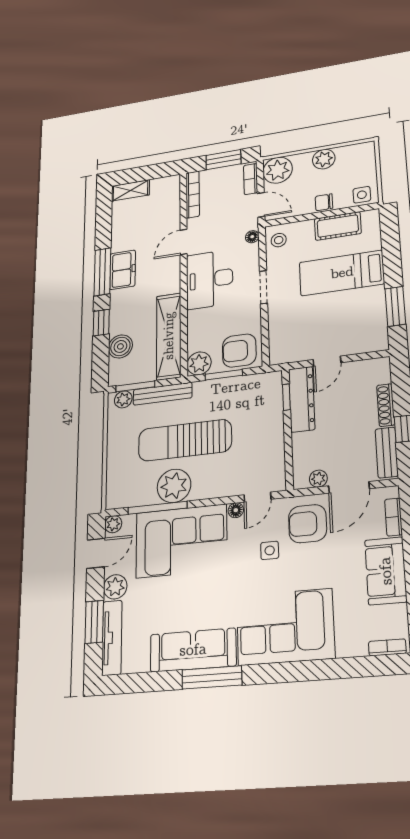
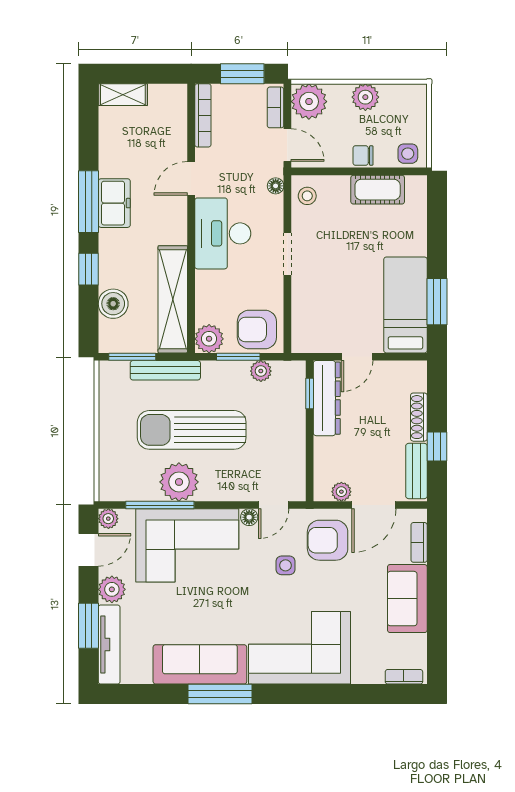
bed: (342, 273) -> (405, 305), moved, turned 90
plant: (123, 399) -> (261, 371), moved

